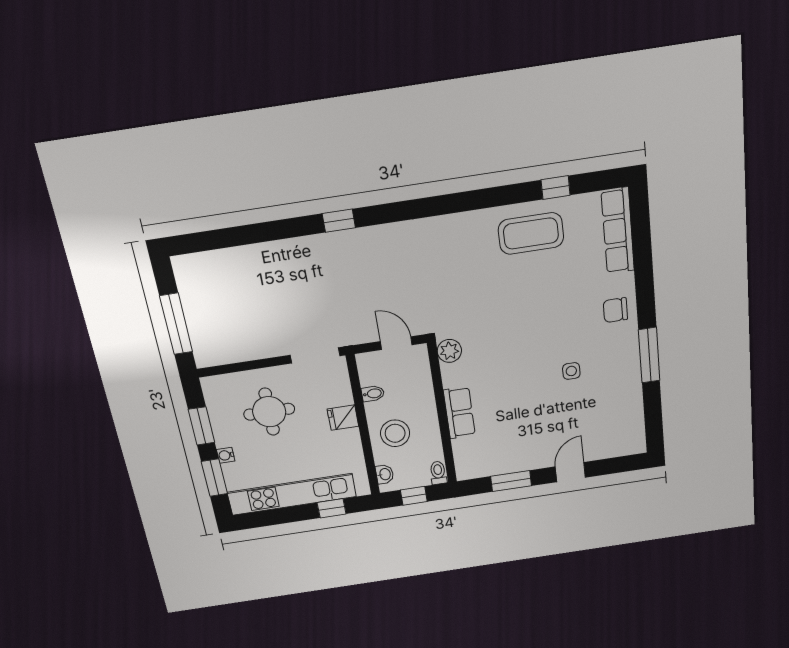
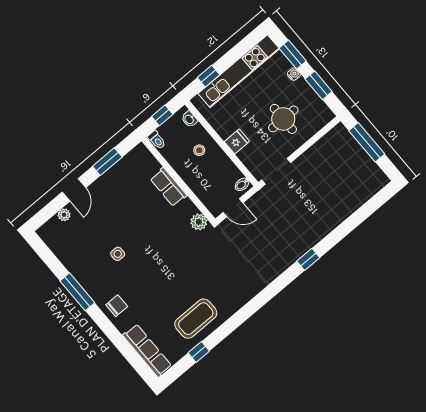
bidet: (373, 394) -> (242, 184), moved
stool: (395, 433) -> (199, 150), width x0.53, depth x0.53
plant: (601, 451) -> (64, 215), added

